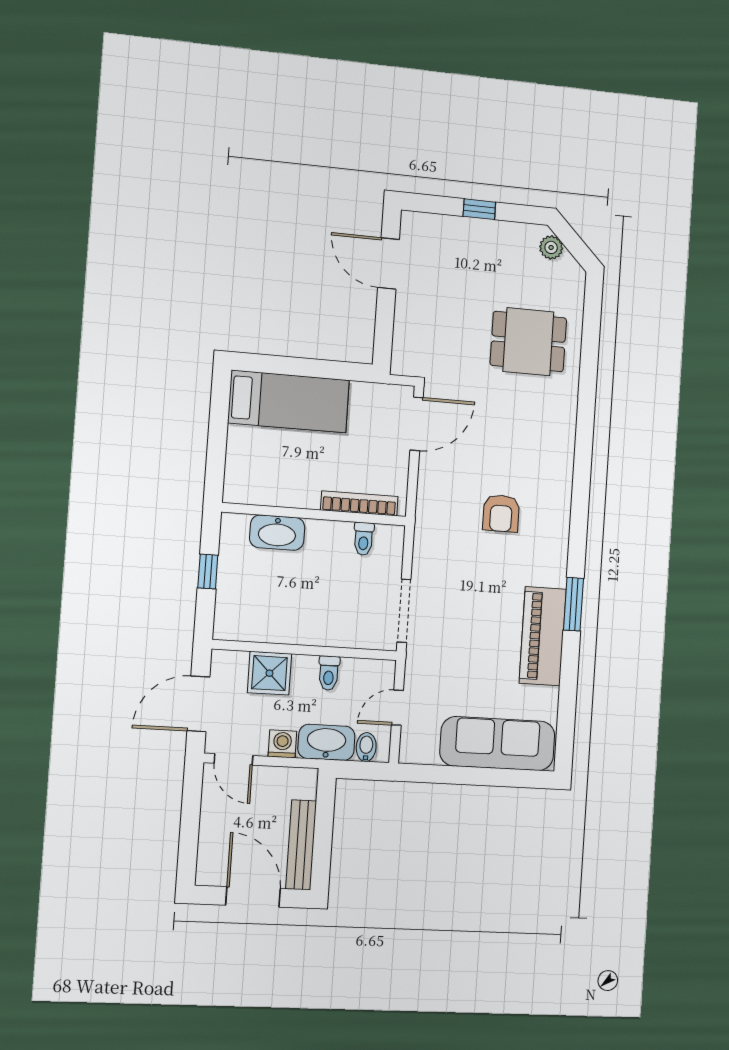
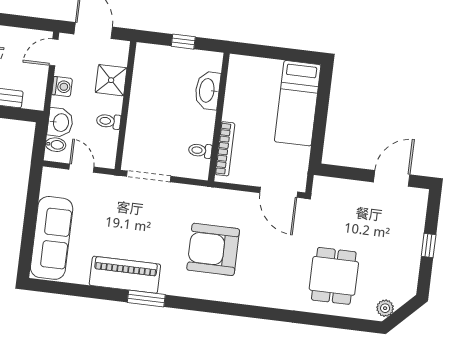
plant: (551, 247) -> (385, 308), moved
armchair: (501, 513) -> (213, 249), width x1.88, depth x1.88
washbasin: (326, 742) -> (60, 122), width x0.72

